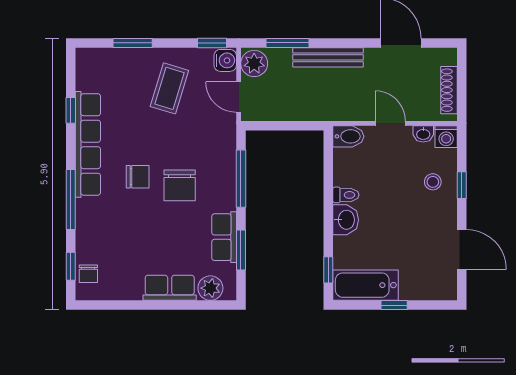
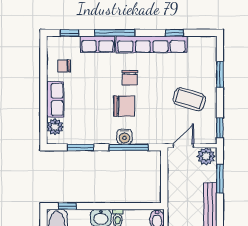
water cooler: (225, 60) -> (124, 137), moved
chair: (180, 185) -> (124, 106), turned 180
row of seats: (224, 237) -> (98, 44), moved, turned 180
chair: (88, 274) -> (64, 66), moved

